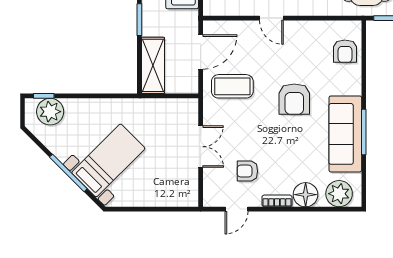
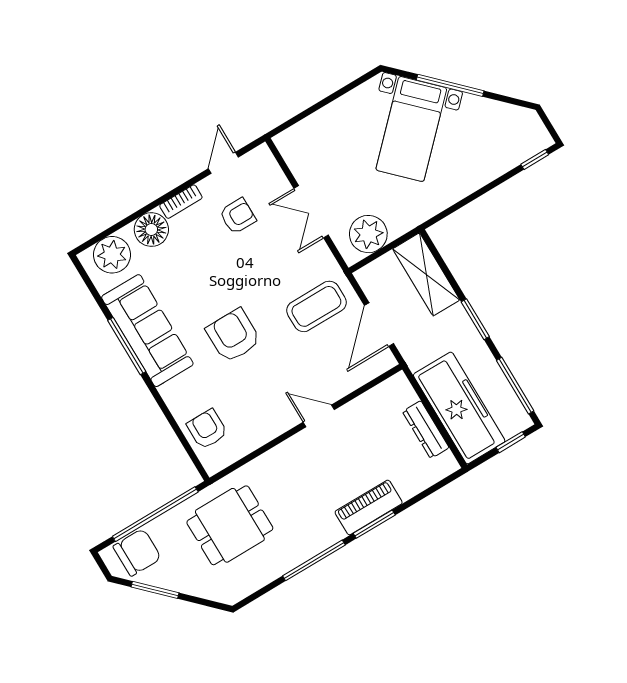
plant: (50, 112) -> (368, 234), moved

